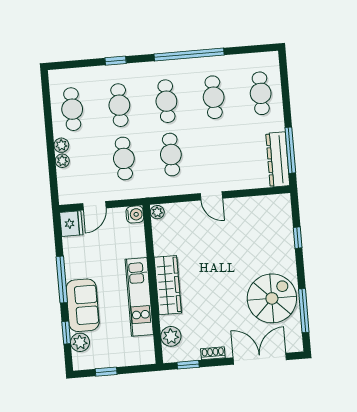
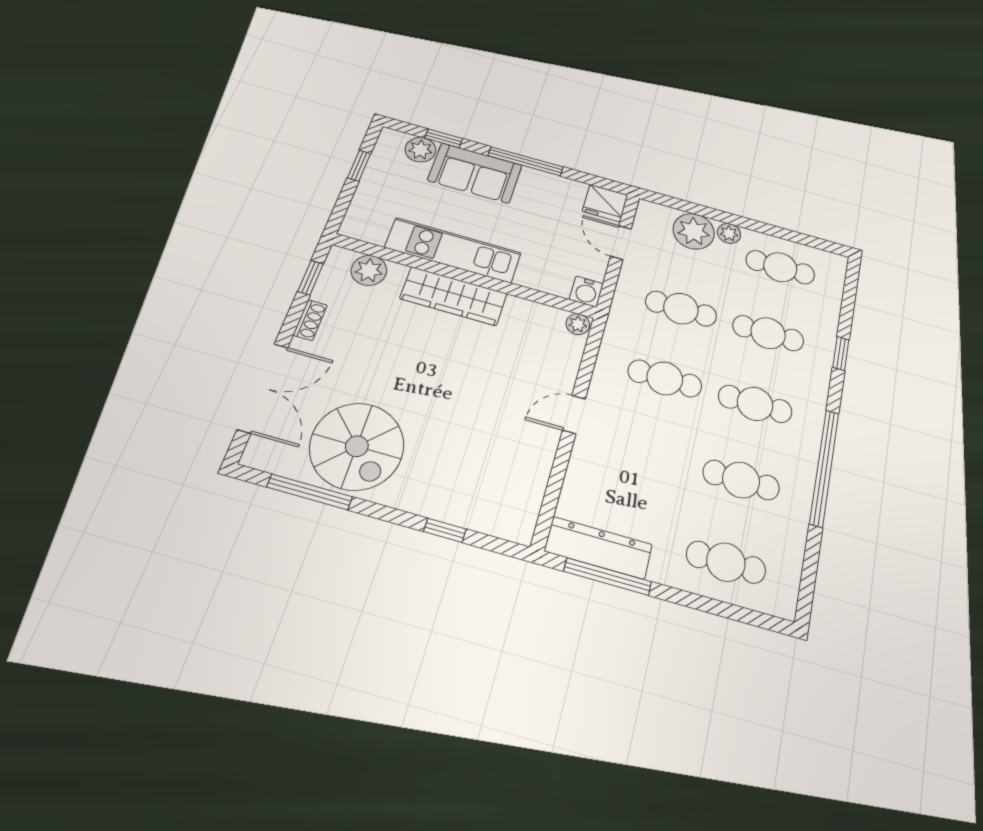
plant: (62, 161) -> (694, 231), width x1.88, depth x1.88

